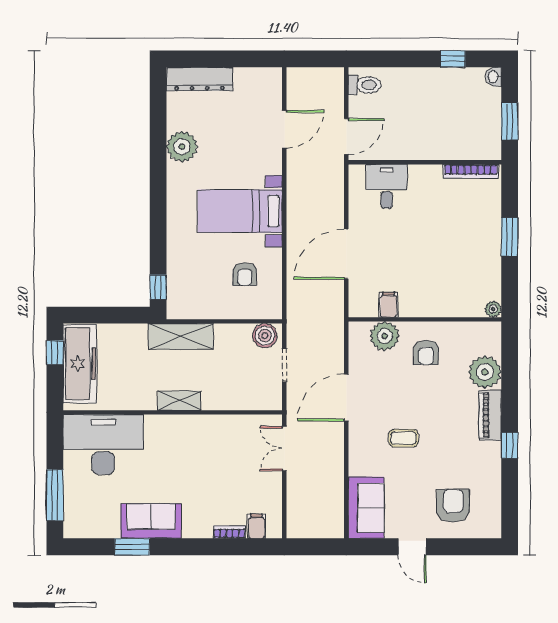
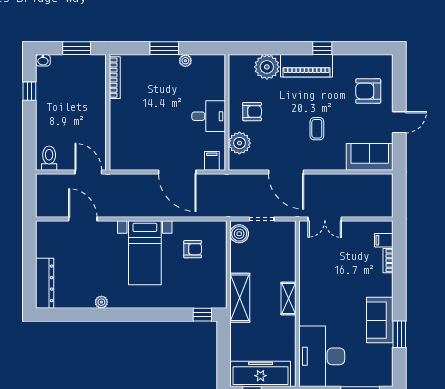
plant: (182, 147) -> (101, 302), width x0.53, depth x0.53
desk: (387, 186) -> (209, 116), moved, turned 180
filing cabinet: (388, 305) -> (212, 161), moved, turned 90
plant: (493, 309) -> (185, 61), moved
piano: (490, 415) -> (306, 66), width x1.37, depth x1.33

